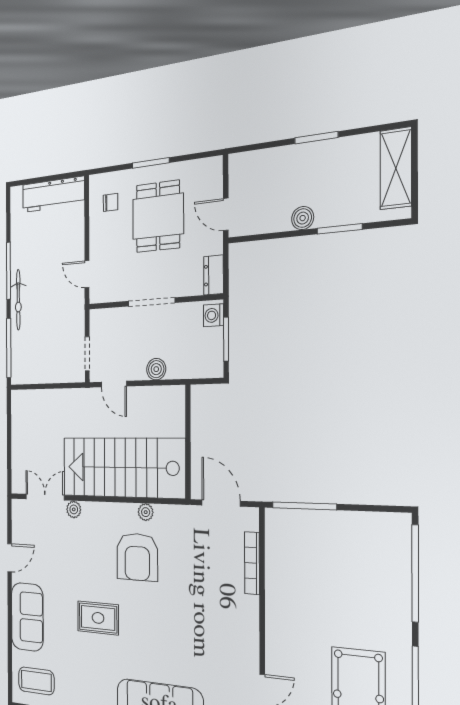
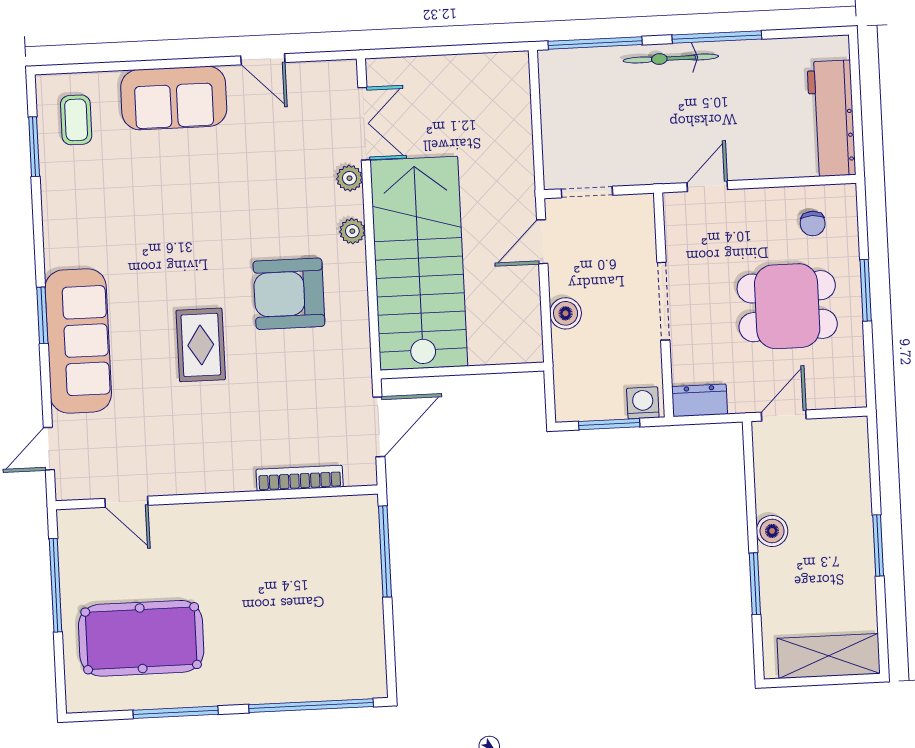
plant: (146, 512) -> (352, 231), moved
rug: (98, 618) -> (201, 345), moved
coffee table: (36, 681) -> (76, 120), width x0.73, depth x0.77

